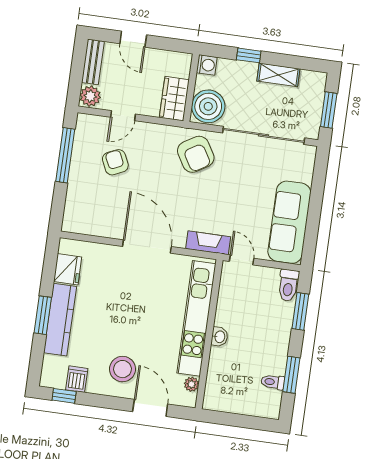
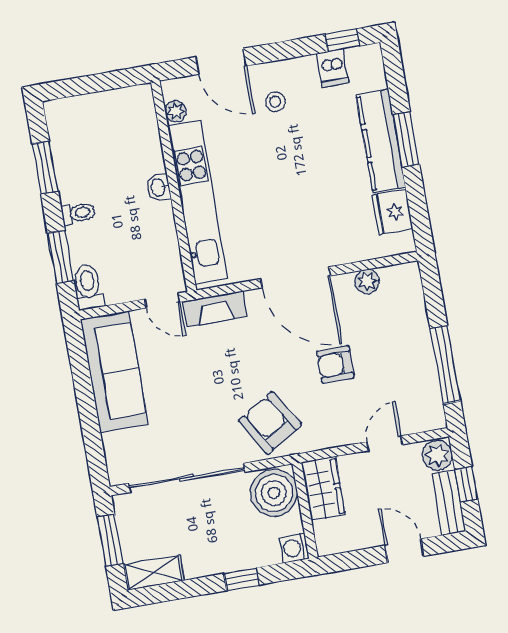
window: (77, 70) -> (466, 484), added
shelving: (278, 75) -> (154, 573), moved
armchair: (115, 162) -> (335, 364), moved, turned 115
plant: (100, 228) -> (367, 281), added
stool: (122, 369) -> (275, 102), width x0.53, depth x0.53
toilet: (273, 382) -> (78, 213), moved

